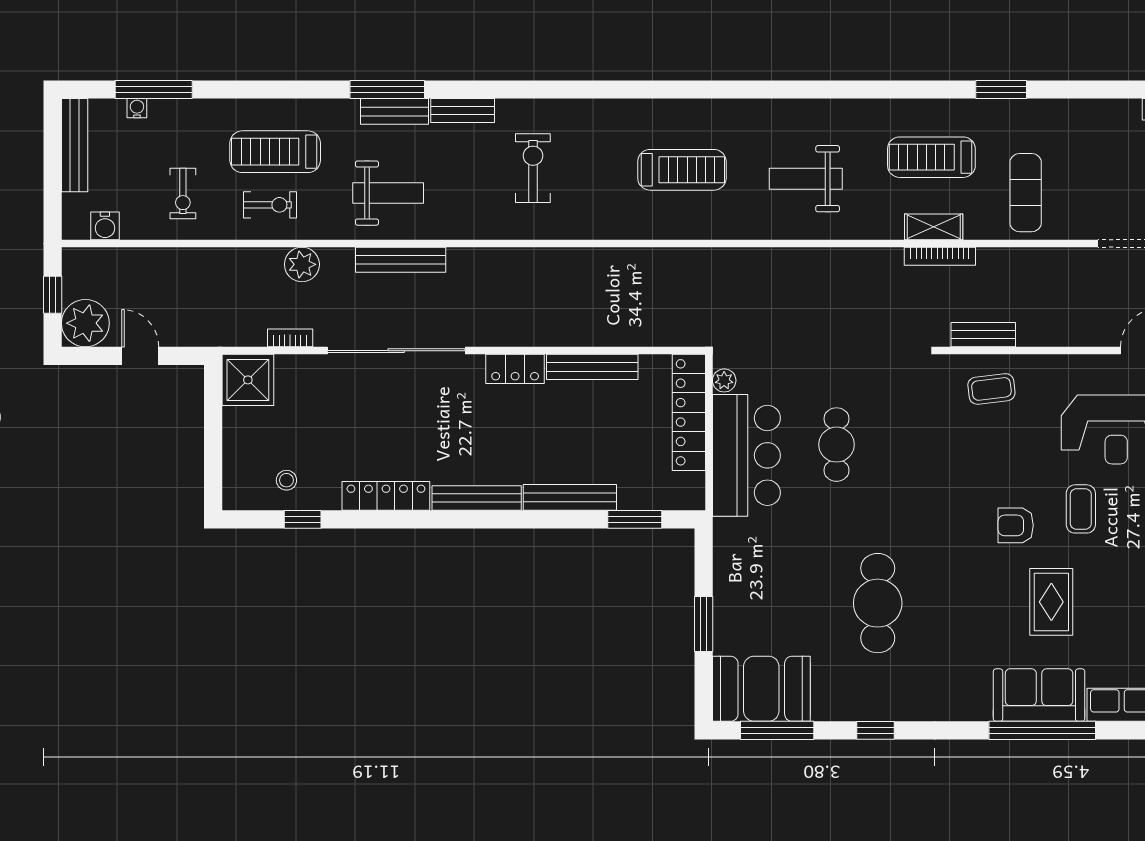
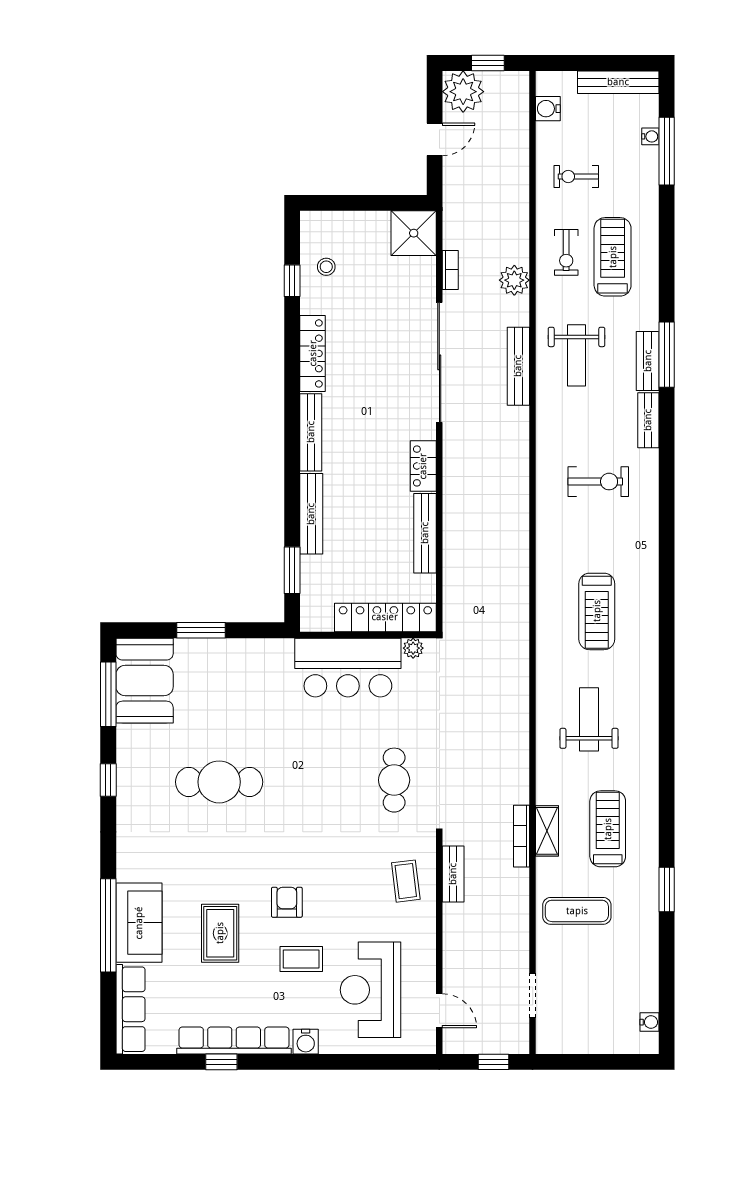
cafe table: (836, 445) -> (394, 780), moved, turned 90
rug: (1051, 602) -> (220, 933), turned 90

